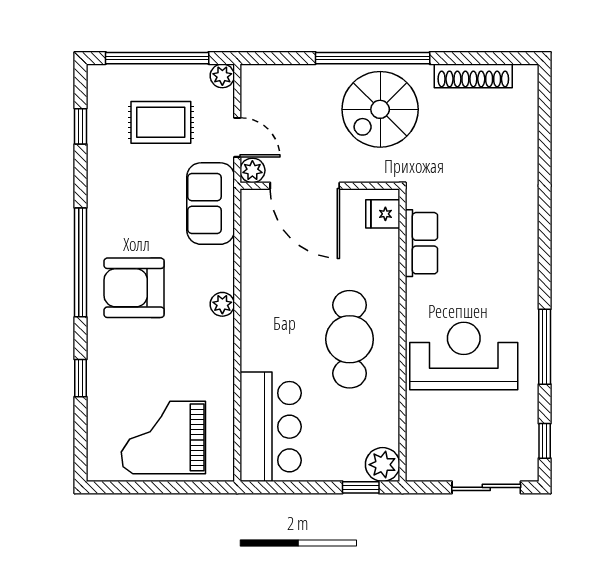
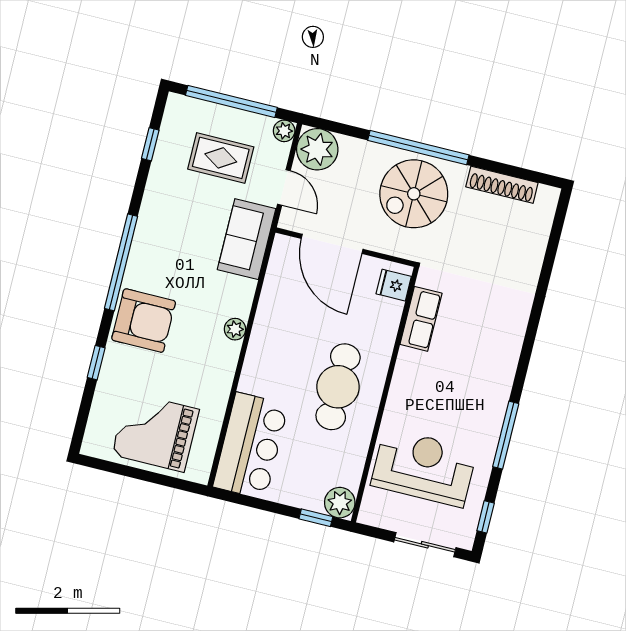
plant: (252, 170) -> (317, 149), moved, width x1.88, depth x1.88
armchair: (134, 288) -> (144, 321), moved, turned 180
reception desk: (464, 356) -> (424, 468), moved

